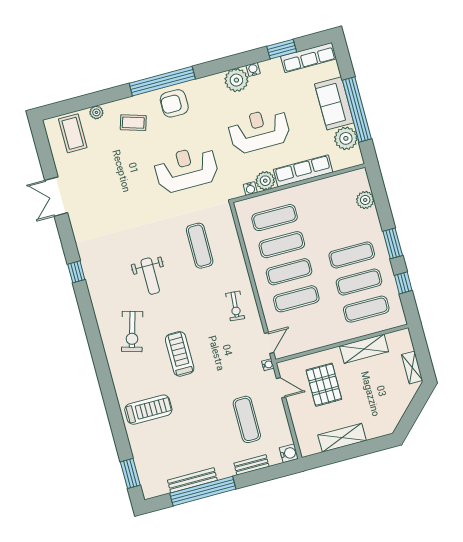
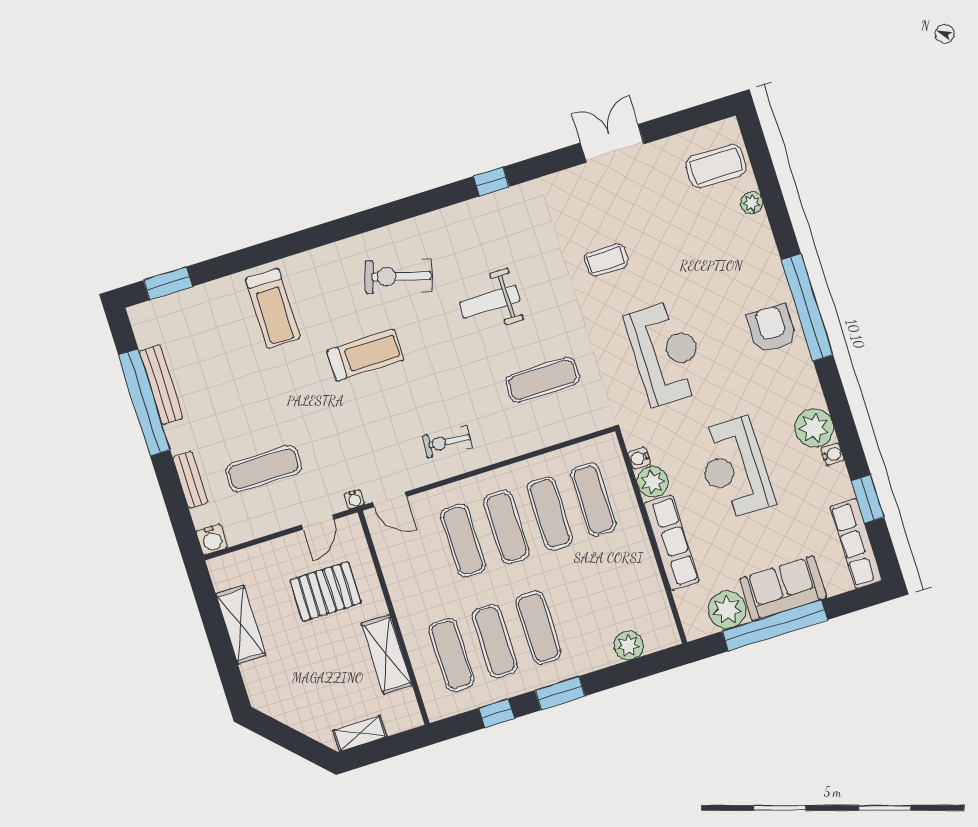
coffee table: (133, 123) -> (606, 260), moved, turned 73
reception desk: (259, 130) -> (734, 468), turned 180

